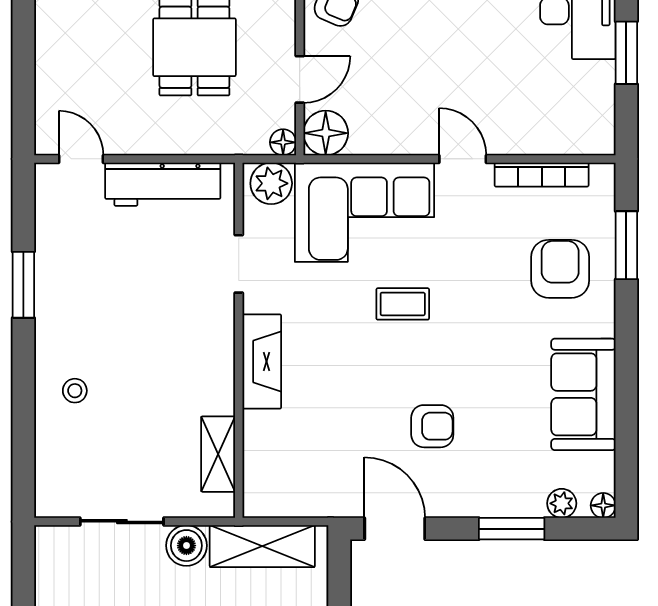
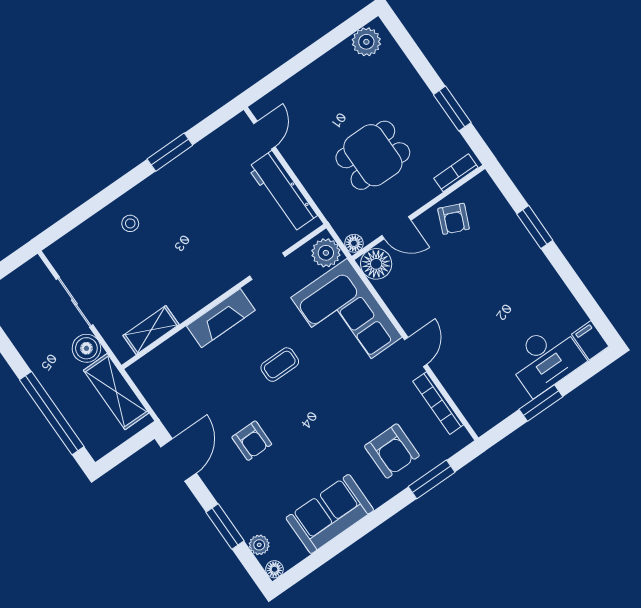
armchair: (560, 269) -> (392, 451), turned 90
coffee table: (403, 304) -> (280, 365), moved, turned 90

